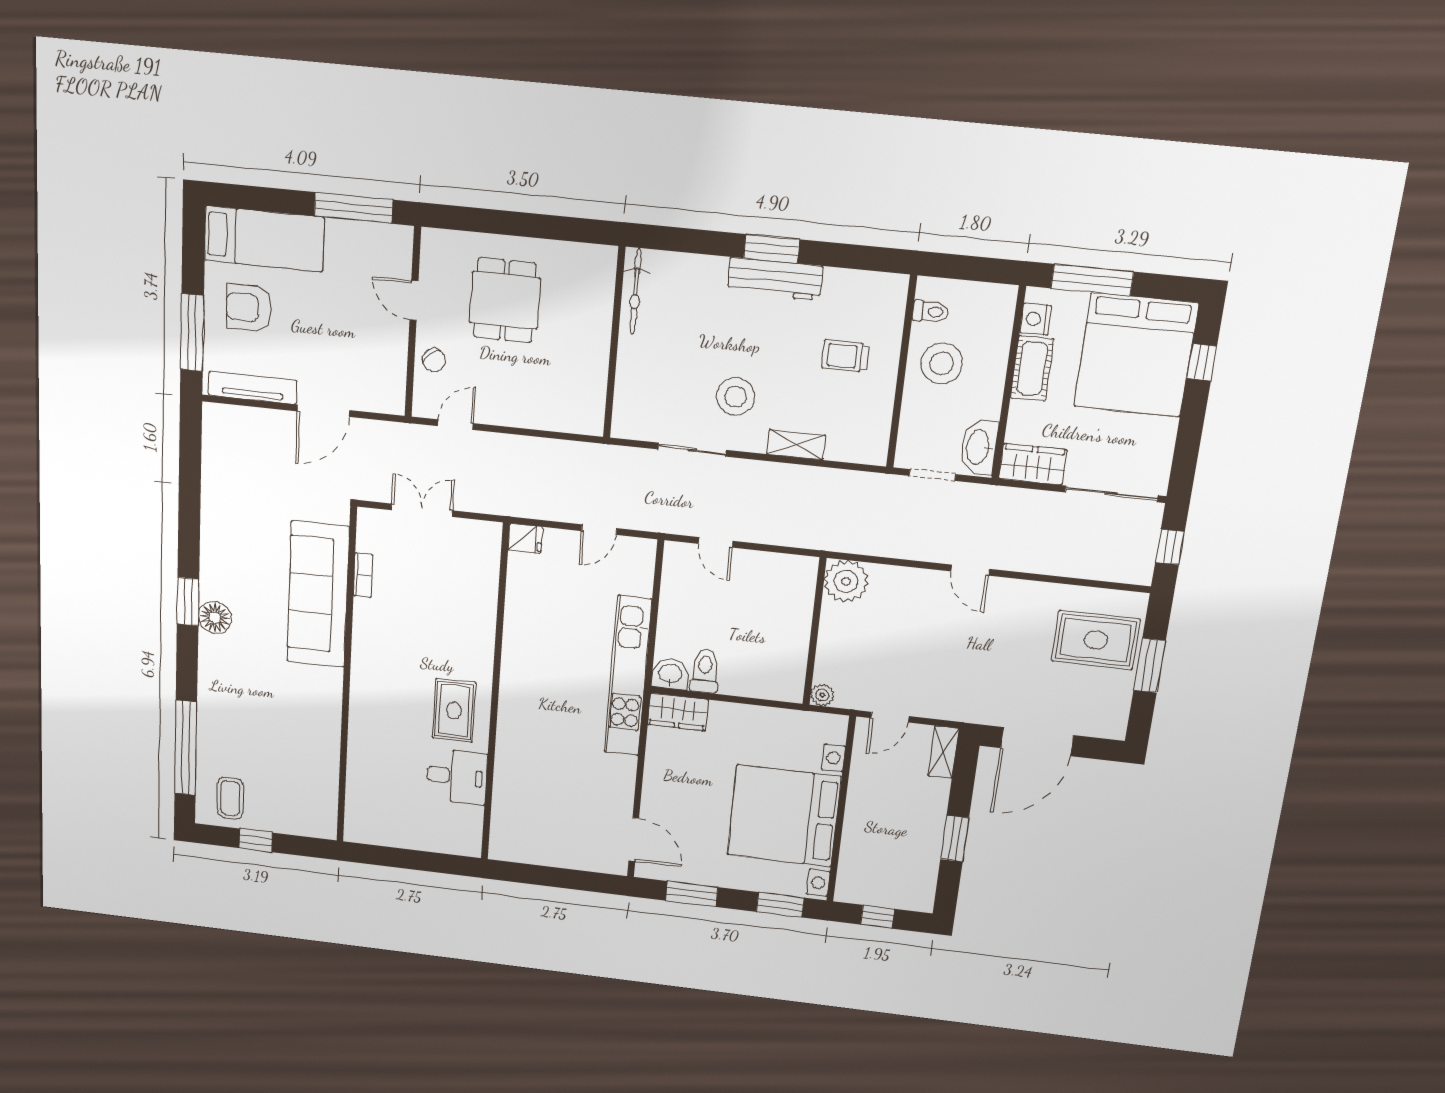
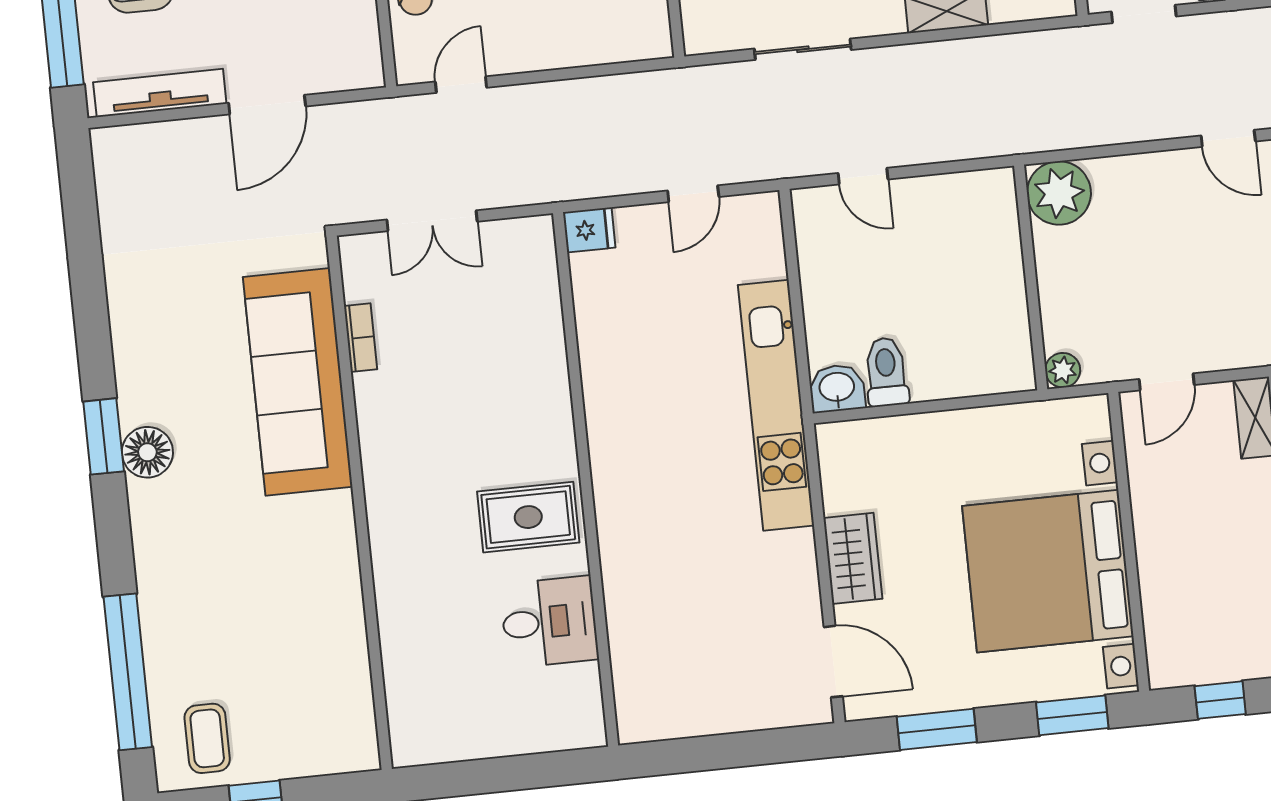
double door: (422, 510) -> (432, 221), swing flipped
rug: (454, 710) -> (528, 517), turned 90
wardrobe: (678, 712) -> (853, 558), moved, turned -90

